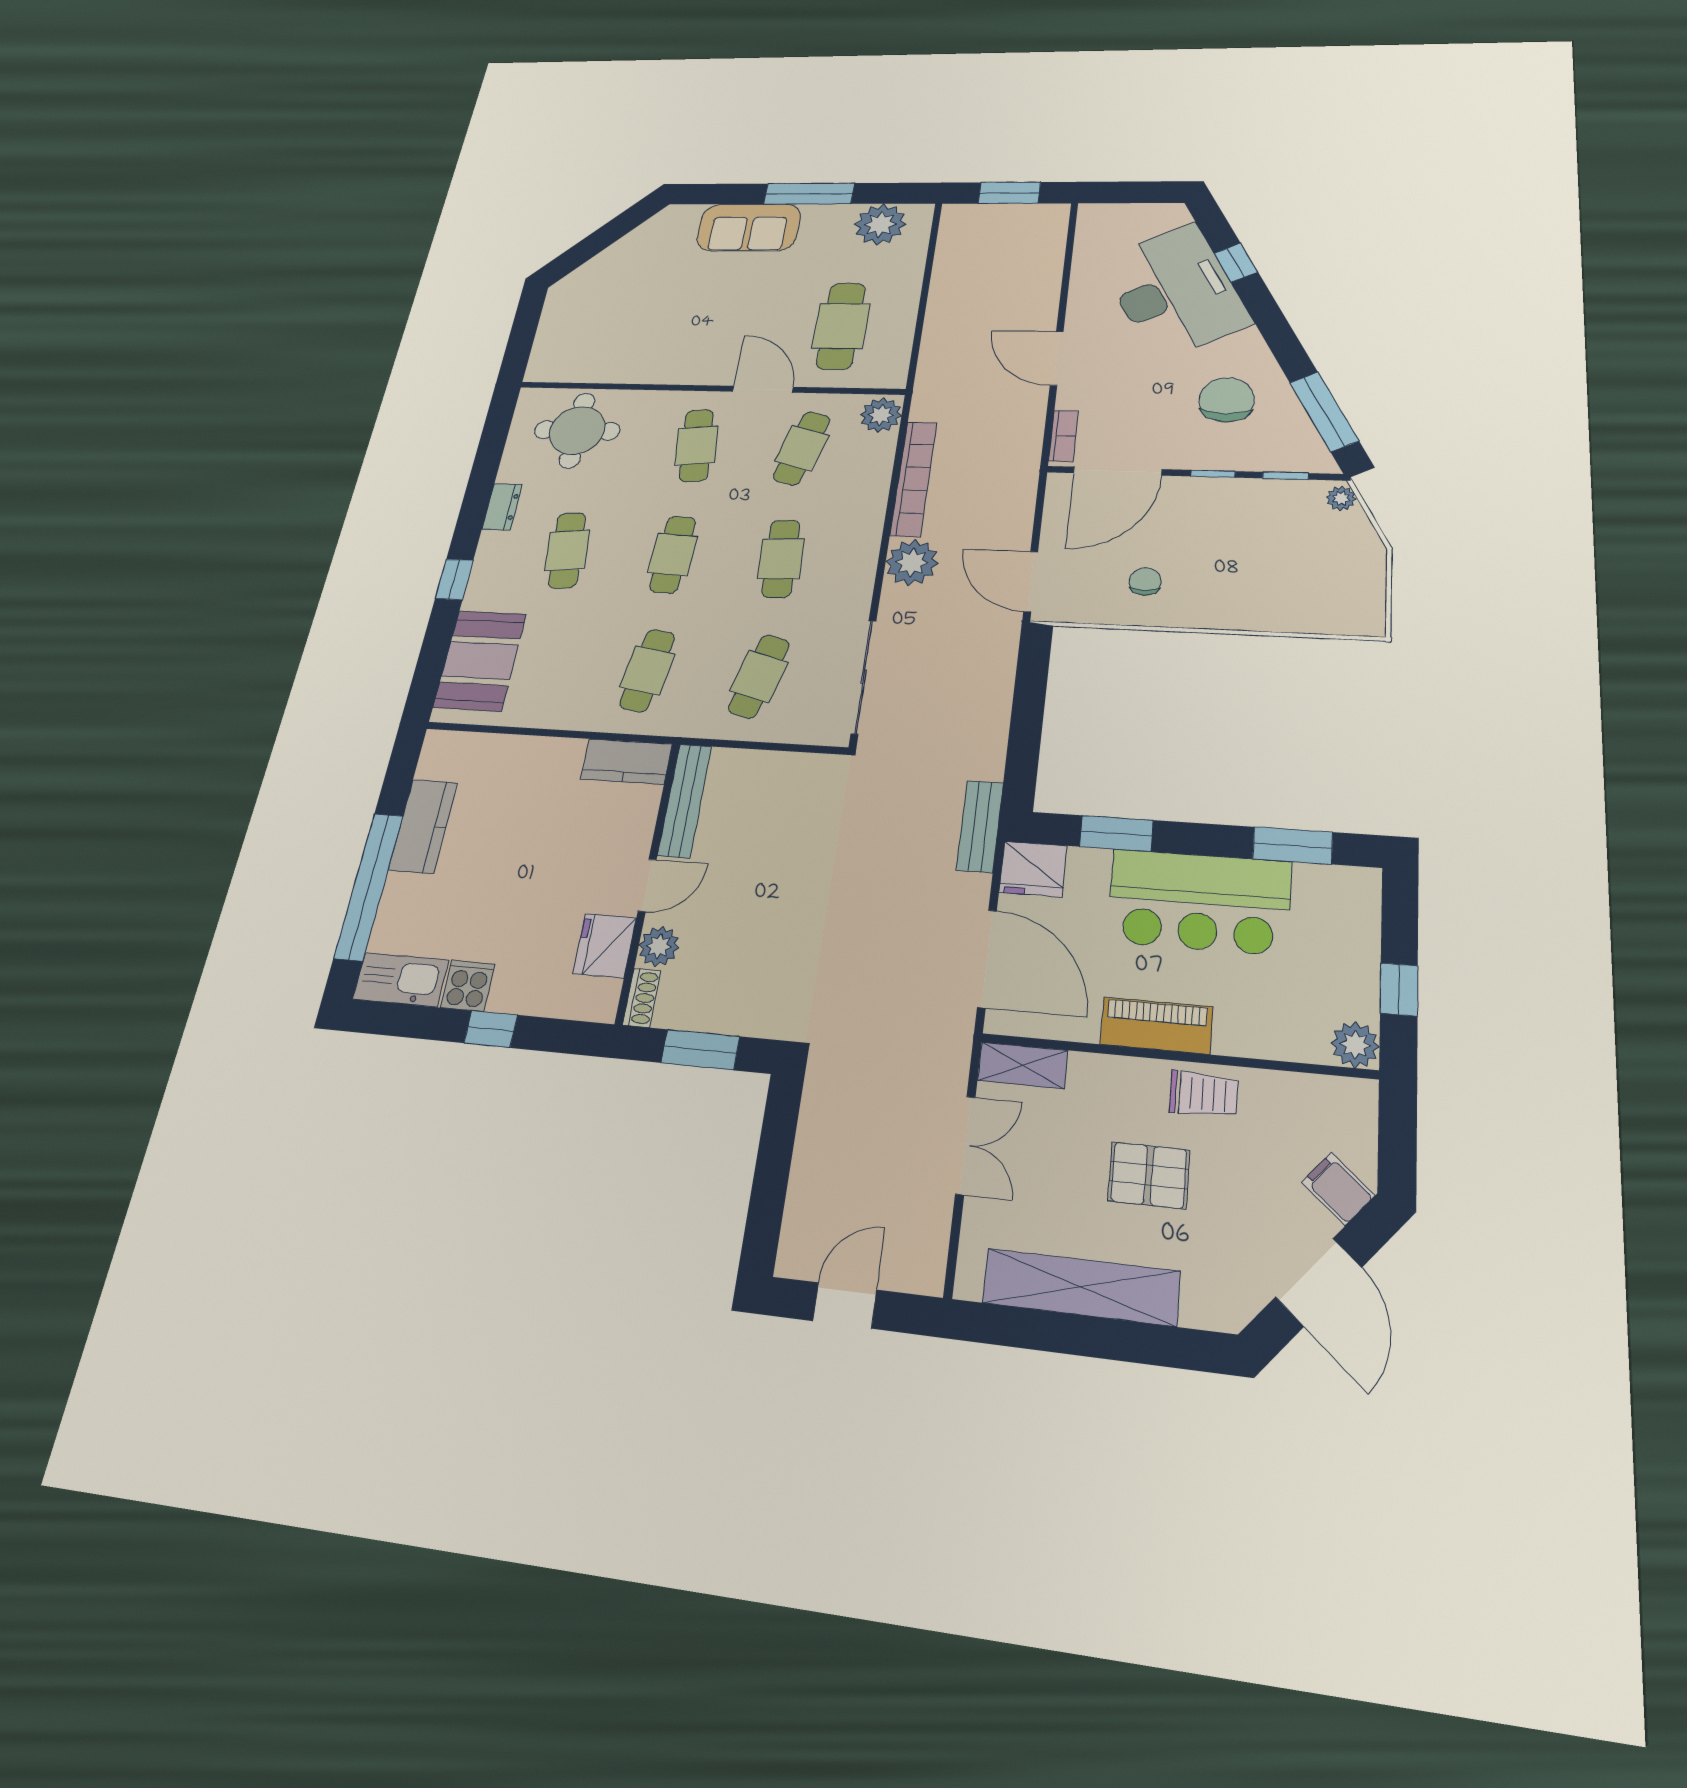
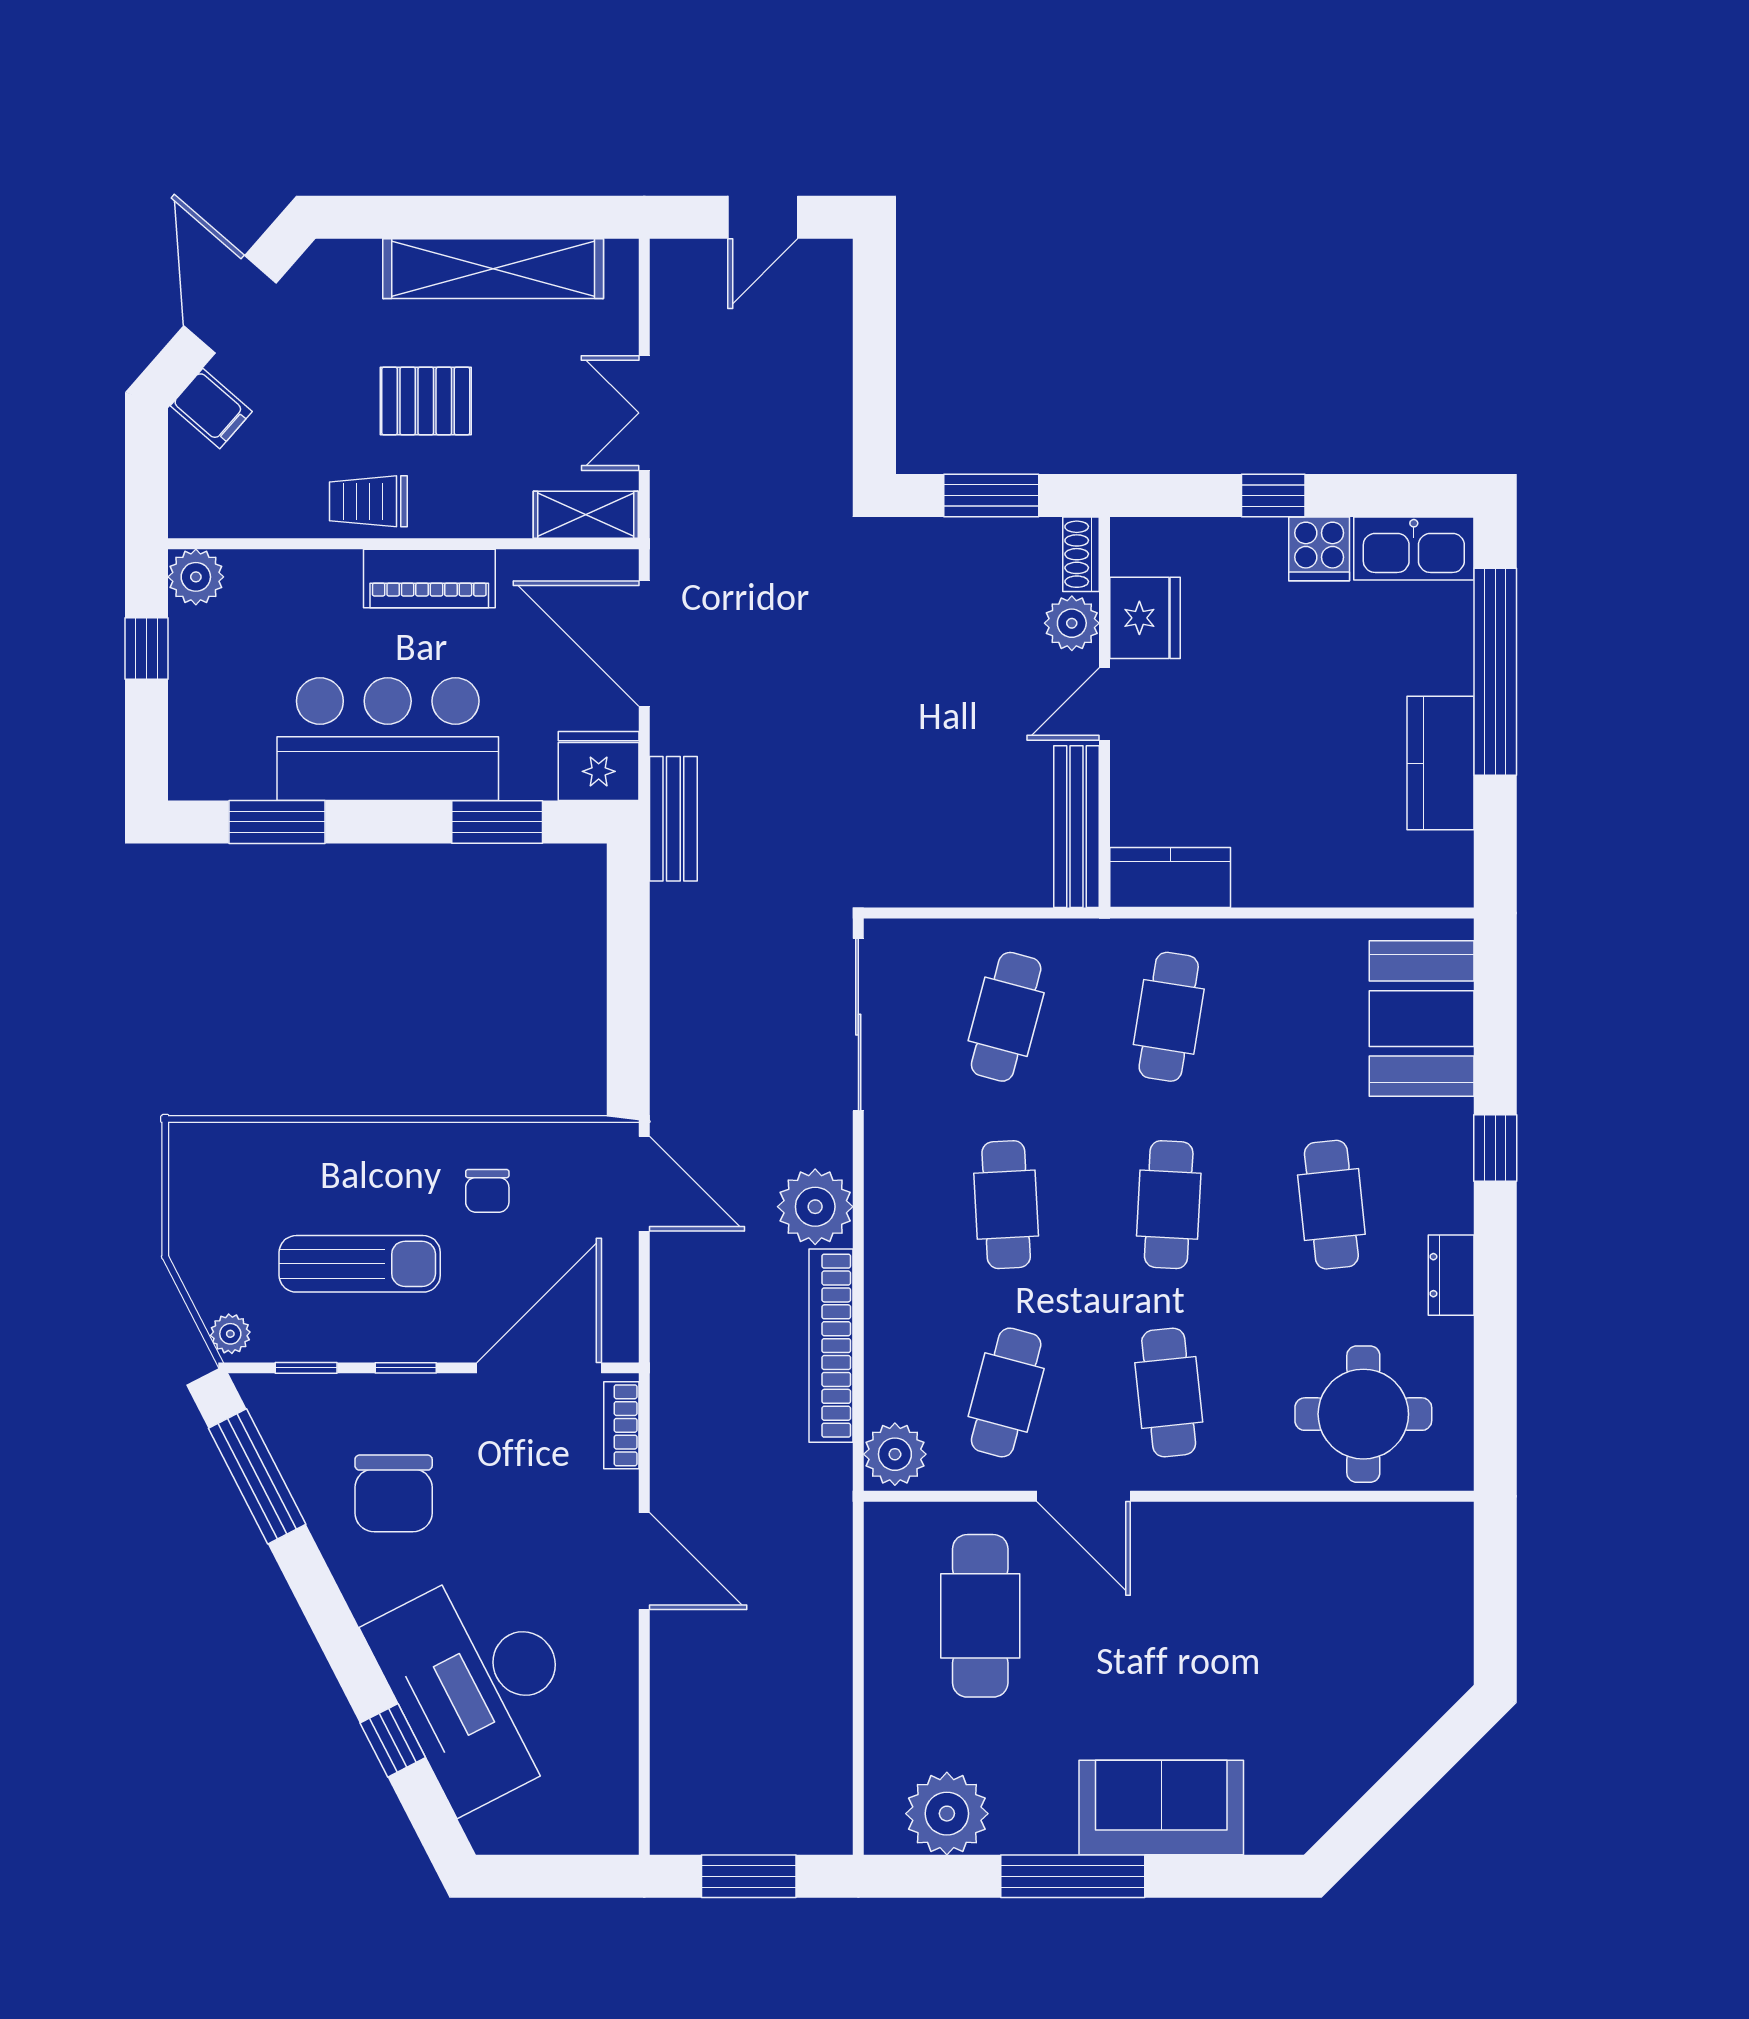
sun lounger: (1243, 539) -> (360, 1264), added

